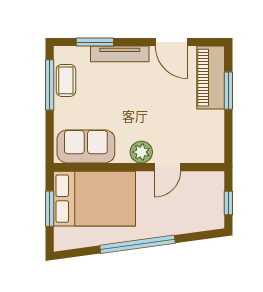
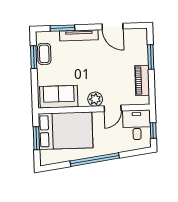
piano: (211, 78) -> (142, 80), moved, width x0.73, depth x0.75
window: (50, 85) -> (34, 57), width x0.69
desk: (204, 193) -> (137, 125), added

